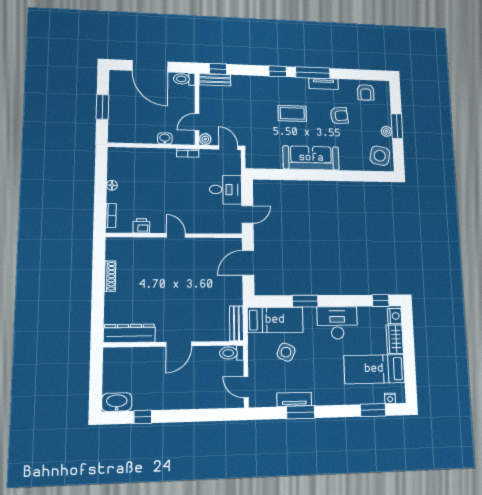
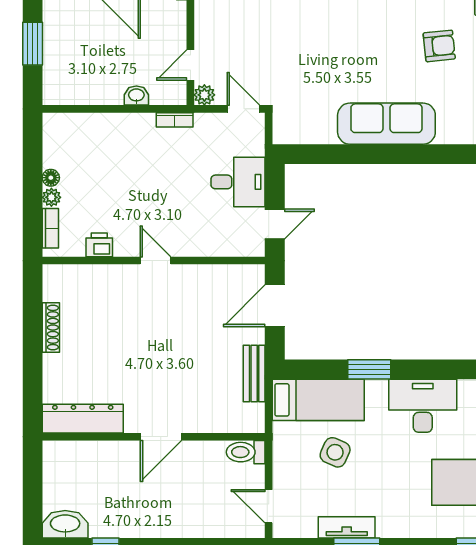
coffee table: (292, 113) -> (356, 45), removed
plant: (112, 197) -> (51, 197), added
bench: (236, 323) -> (254, 373), moved

